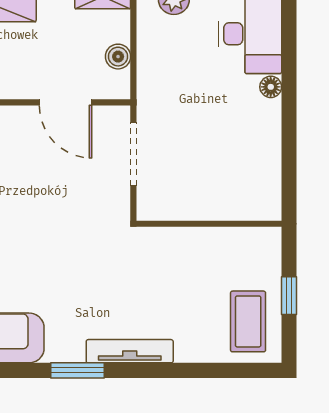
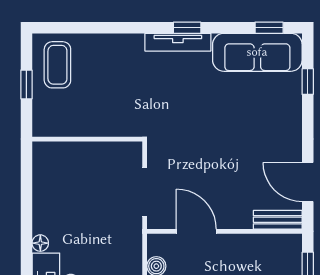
tv unit: (130, 351) -> (178, 42), moved
window: (77, 370) -> (187, 28), width x0.67

